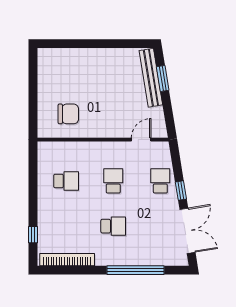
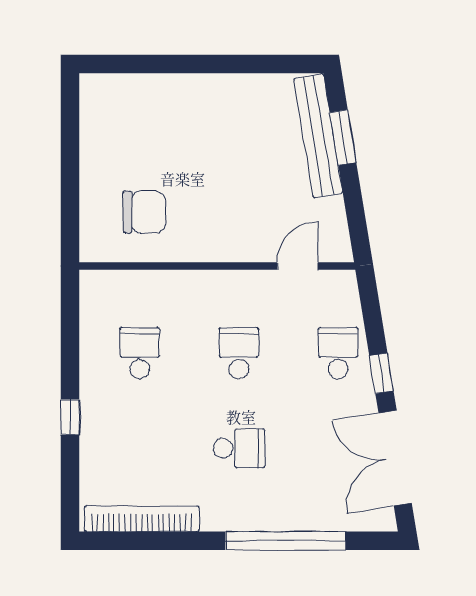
school desk: (66, 181) -> (140, 353), turned -90
double door: (187, 231) -> (395, 458), swing flipped
window: (33, 235) -> (70, 417), moved

